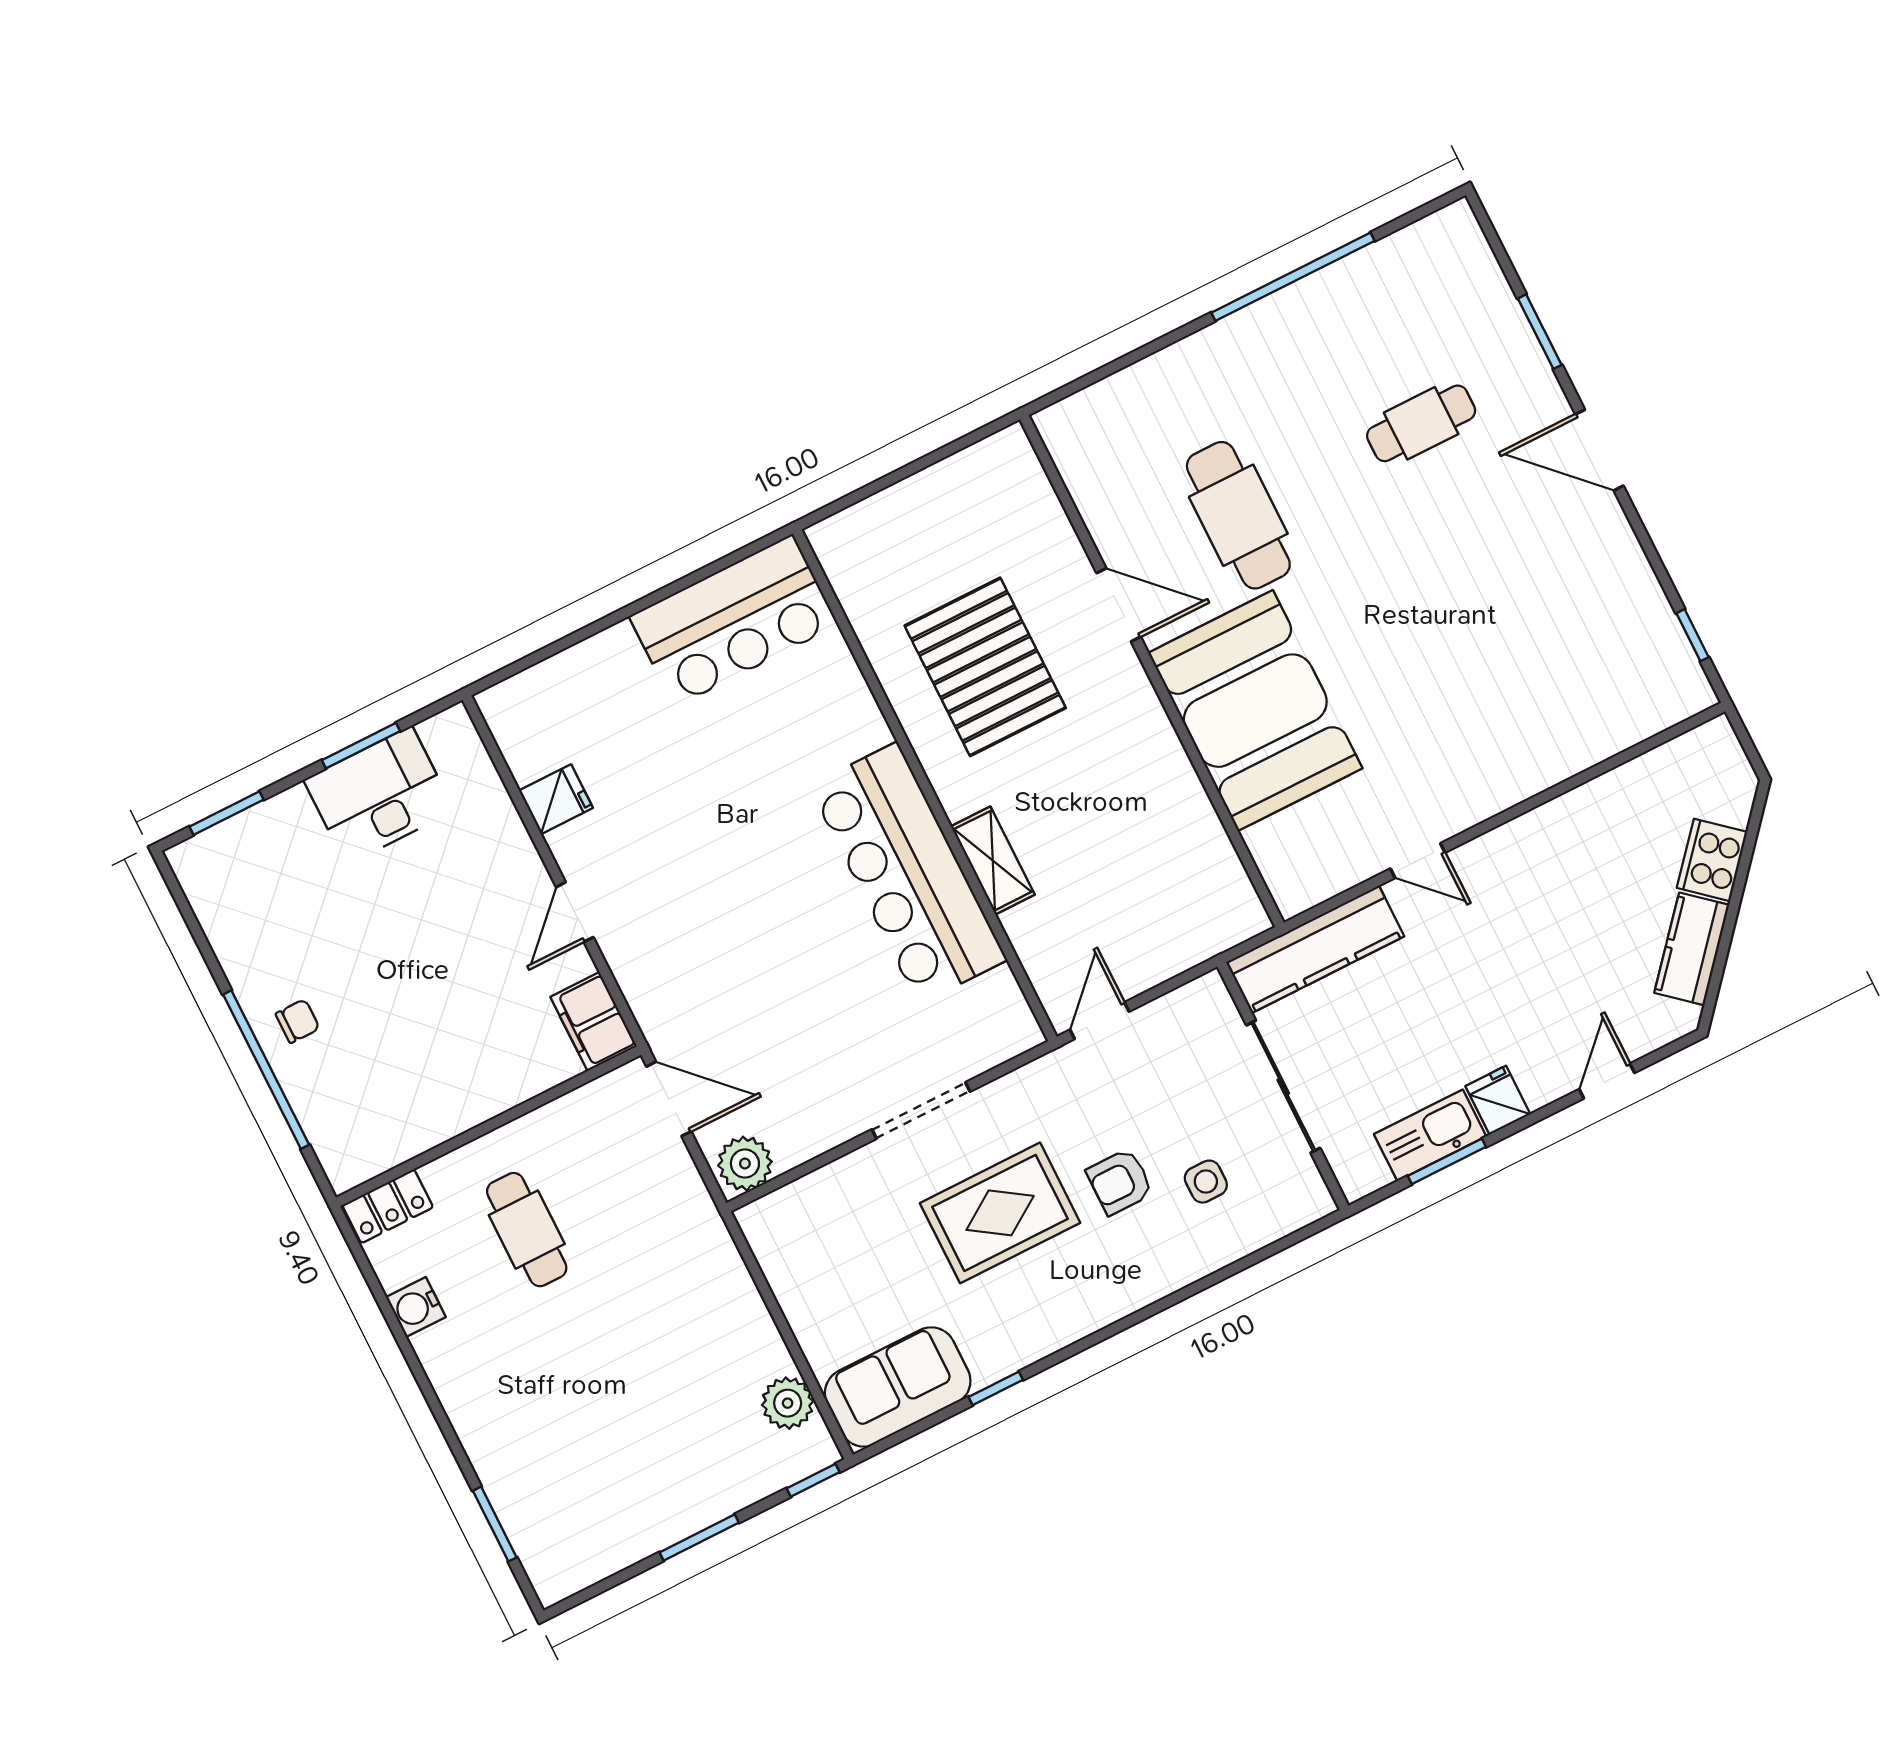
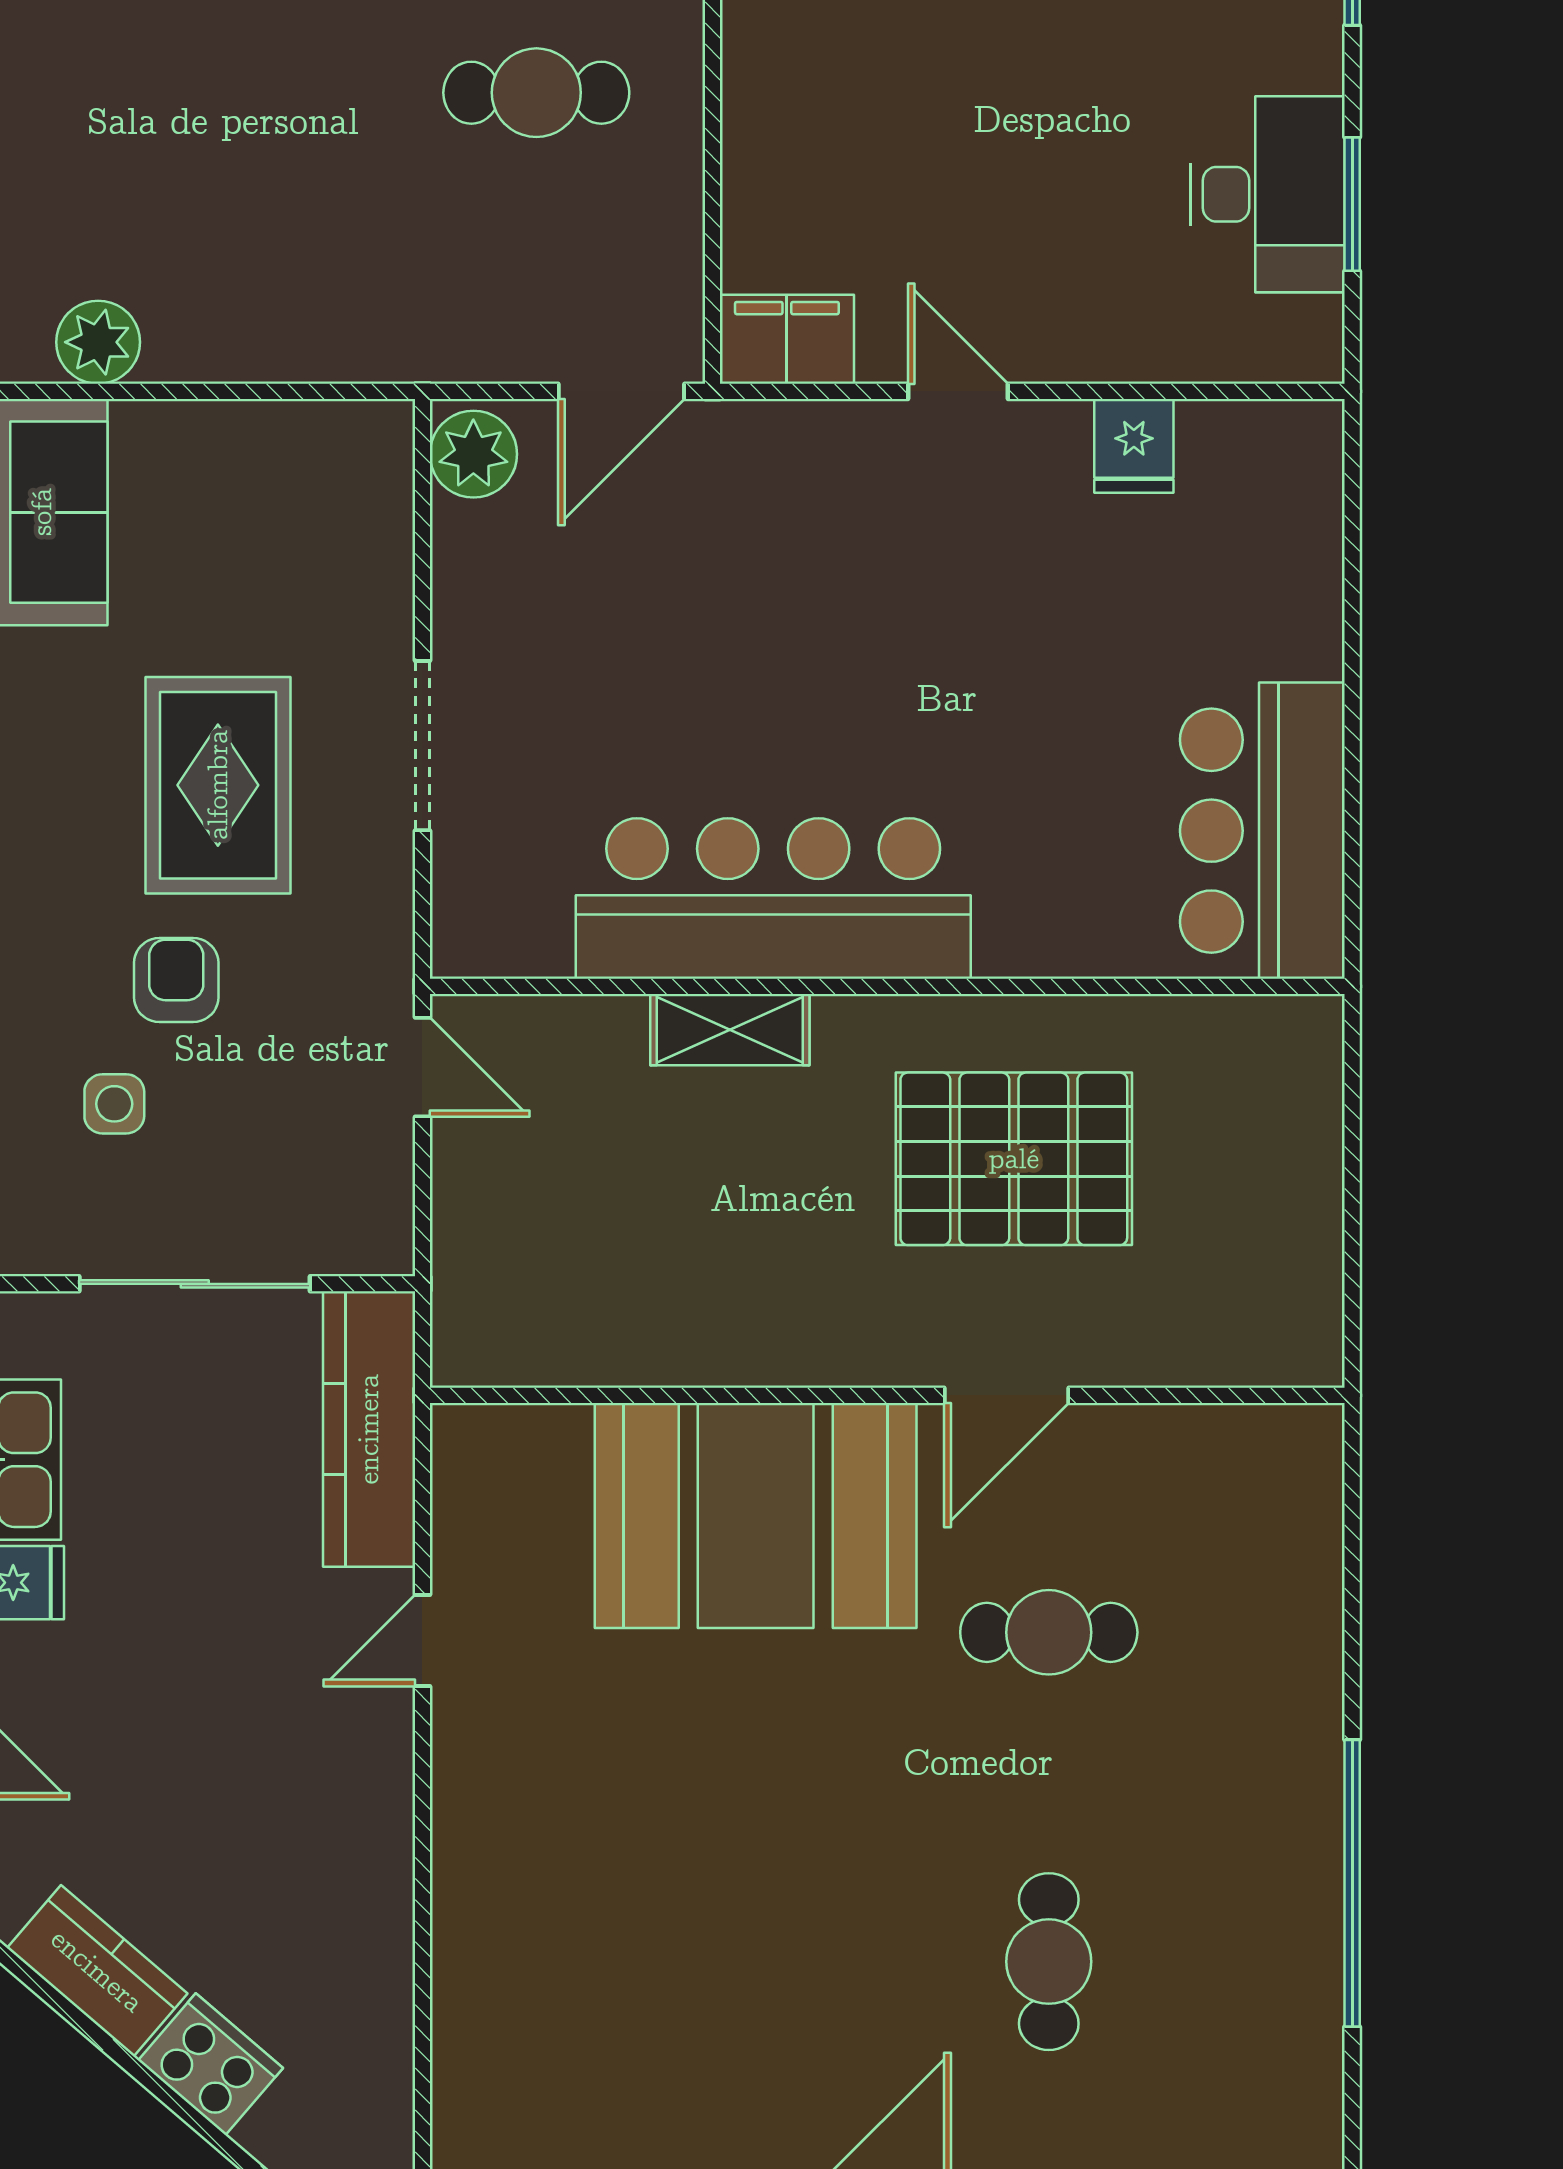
cafe table: (1238, 515) -> (1049, 1632), width x0.73, depth x0.74

